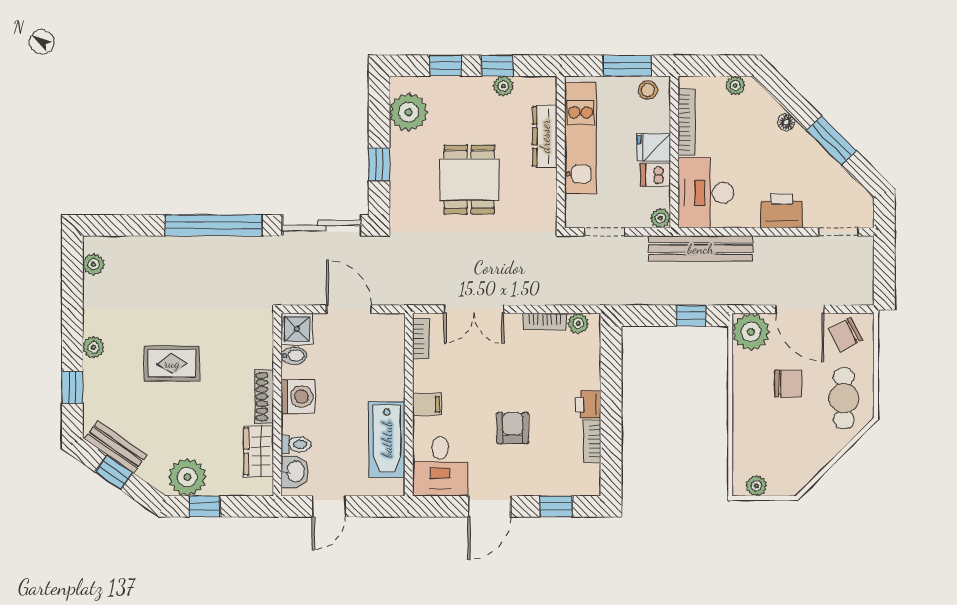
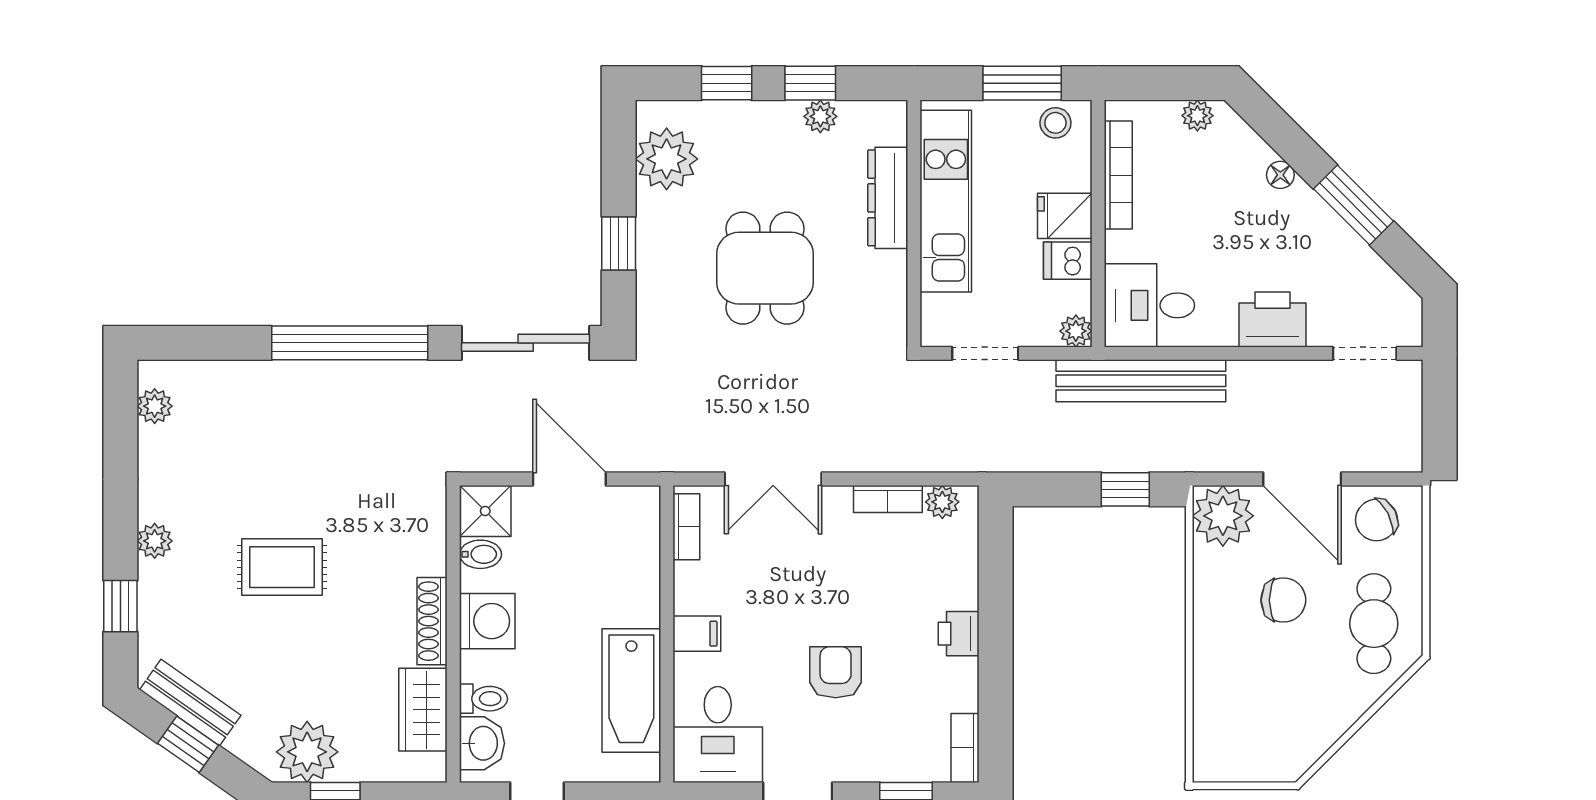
desk: (706, 193) -> (1149, 305), width x0.73
bookcase: (592, 441) -> (965, 748), moved
plant: (756, 486) -> (1232, 766), removed

